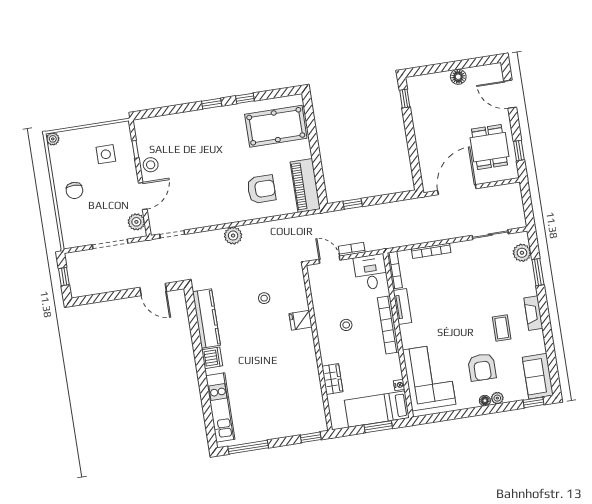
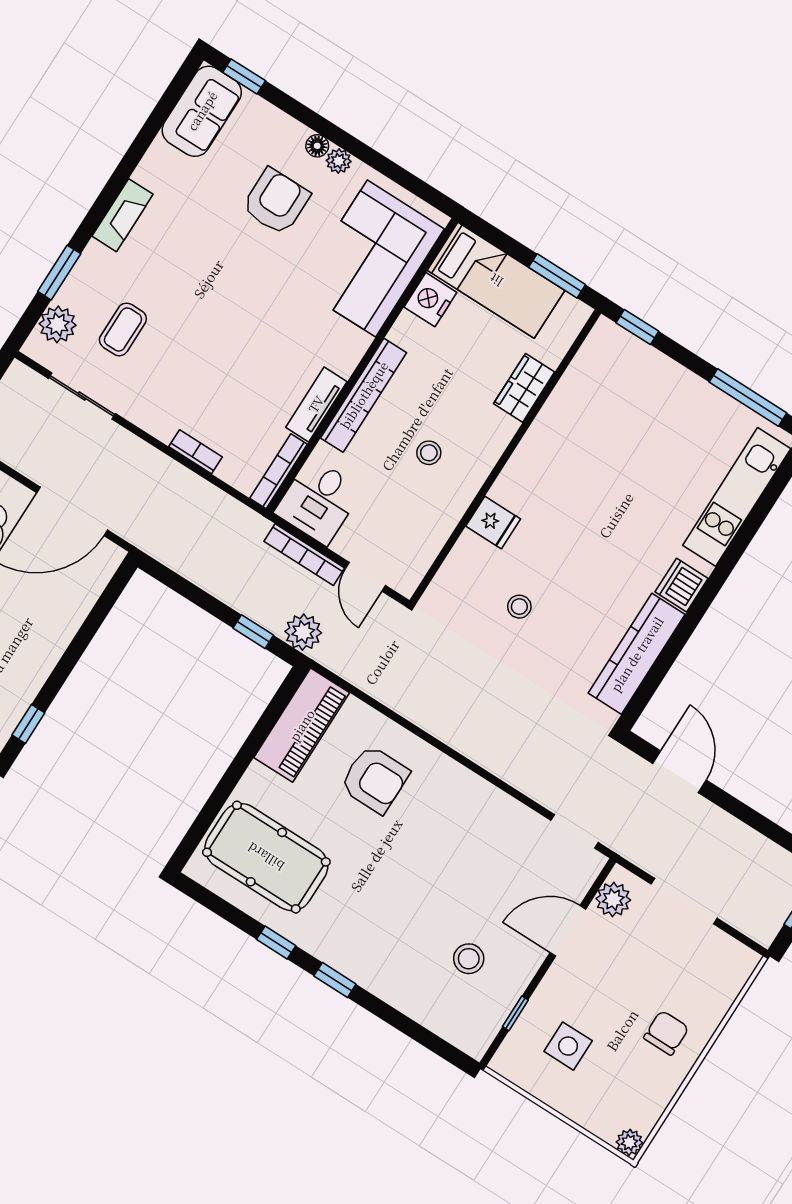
stool: (151, 165) -> (469, 959), moved
armchair: (261, 189) -> (375, 779), turned 180
plant: (233, 236) -> (303, 632), moved
bookcase: (352, 249) -> (304, 555), width x1.56
bookcase: (431, 251) -> (195, 452), width x0.64
coffee table: (502, 328) -> (123, 329), moved
nightstand: (399, 385) -> (430, 300), width x1.89, depth x1.79
plant: (497, 398) -> (339, 161), moved
window: (378, 427) -> (557, 276), moved

